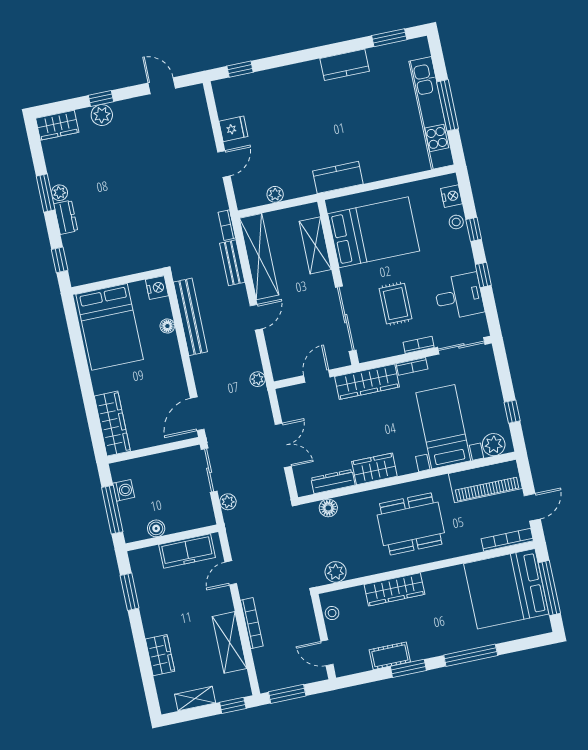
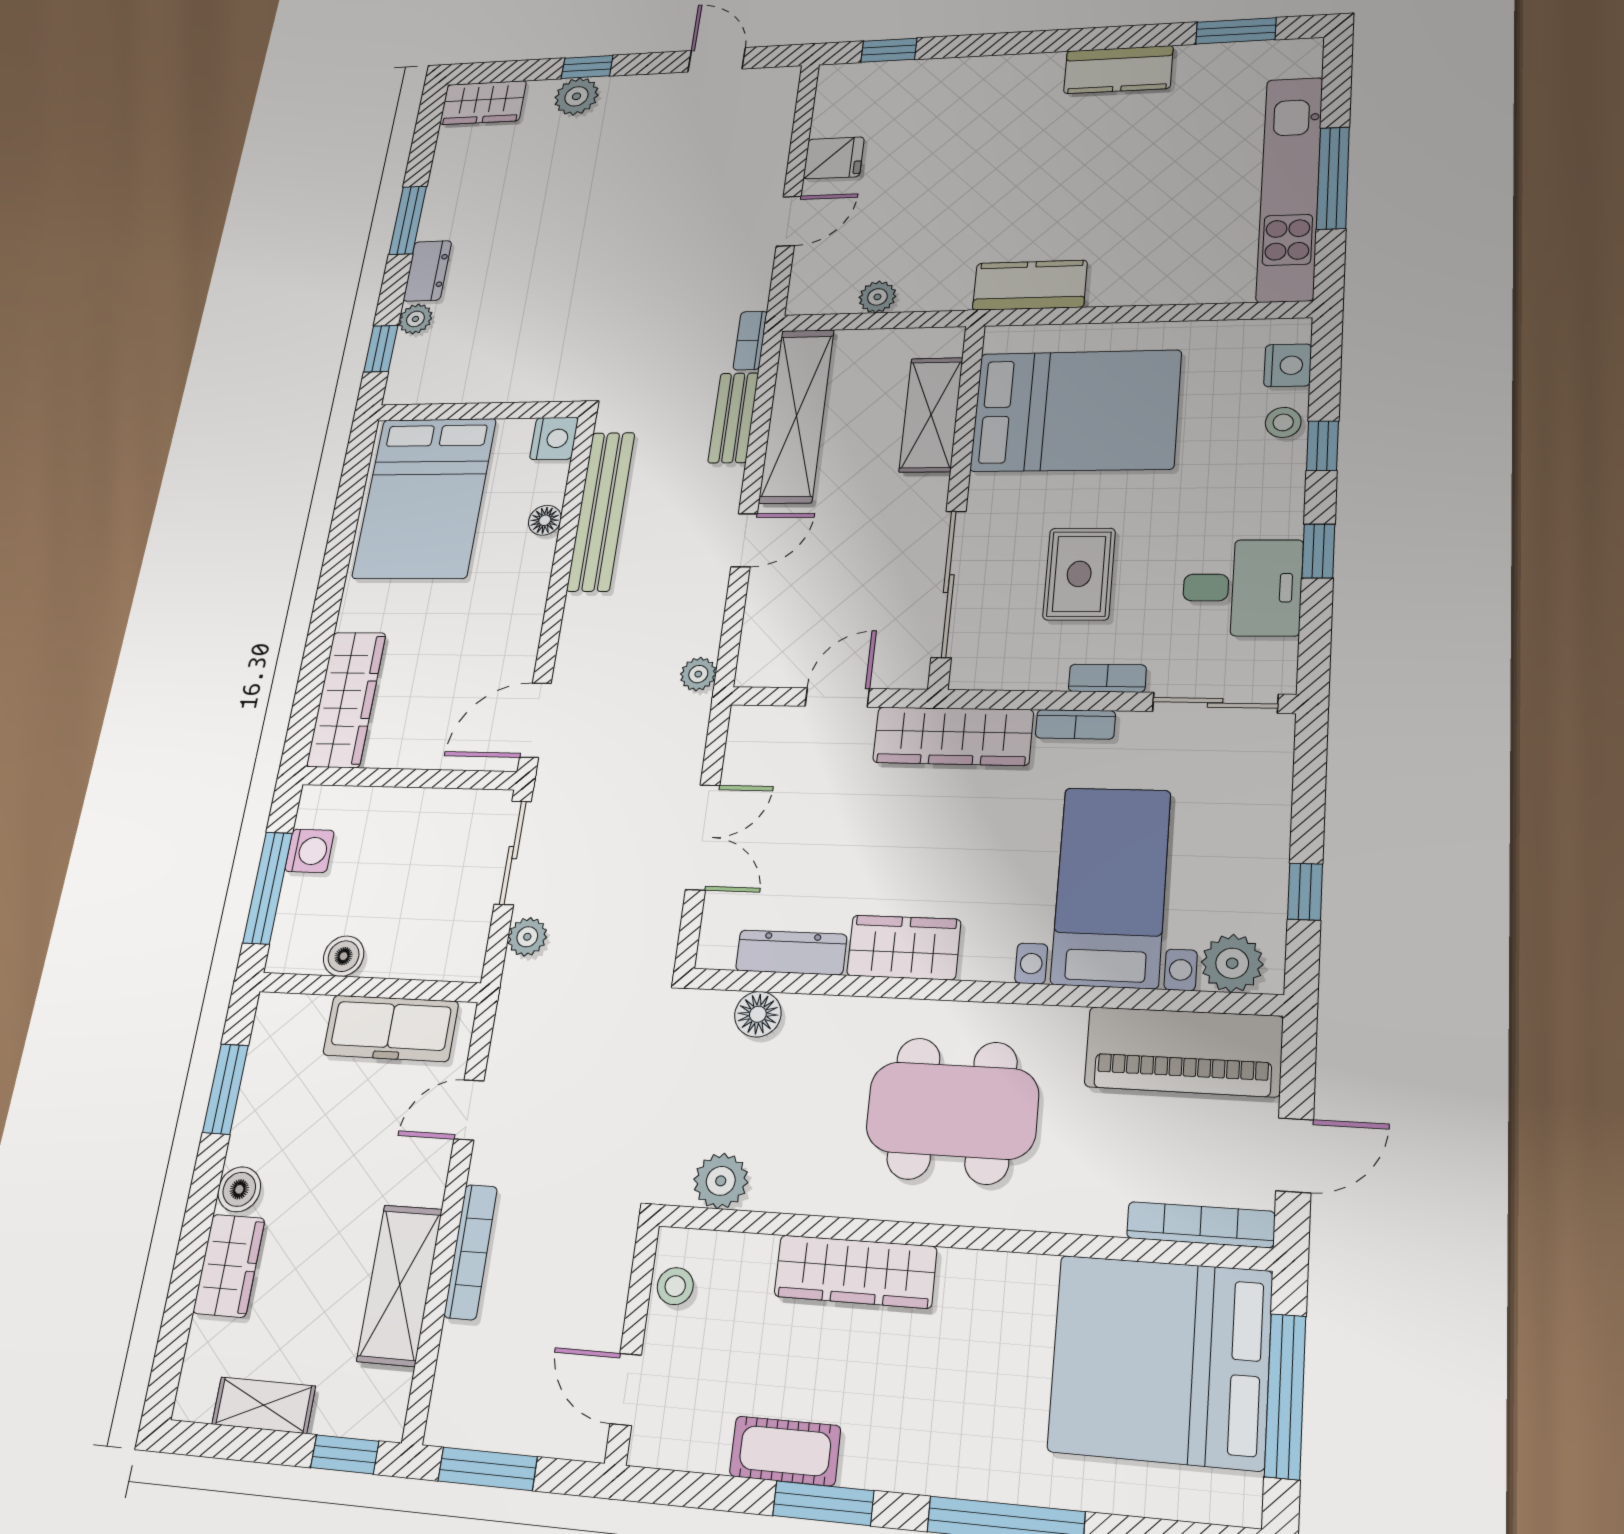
plant: (60, 193) -> (415, 319), moved
boiler: (152, 627) -> (239, 1189), added

